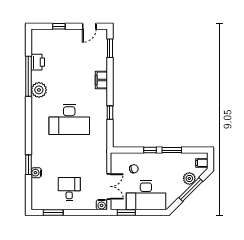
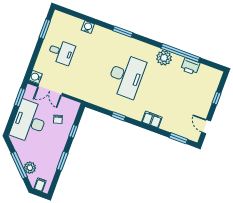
desk: (69, 119) -> (126, 76), turned 180
window: (150, 150) -> (73, 131), moved
window: (28, 165) -> (123, 32), moved

